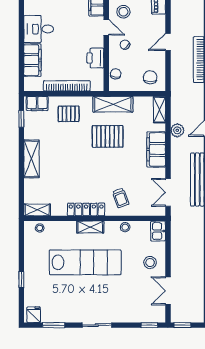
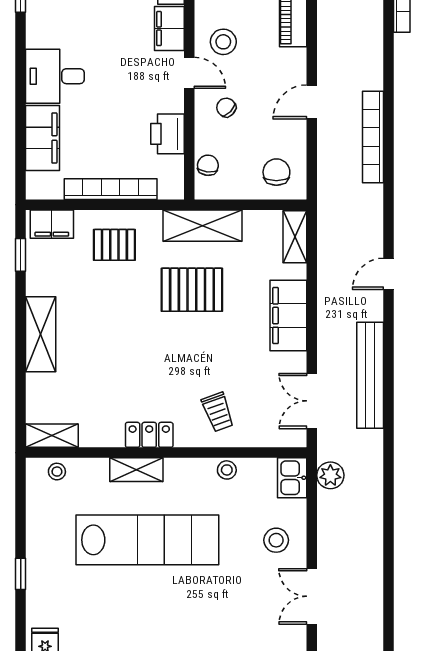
plant: (177, 130) -> (330, 475), moved
locker: (86, 209) -> (149, 435), width x0.66
shelving: (90, 227) -> (136, 470), moved

